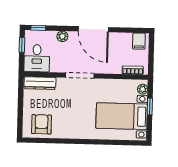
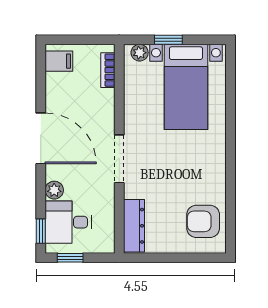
door: (93, 29) -> (41, 138), hinge flipped
desk: (37, 58) -> (68, 222), moved, turned 180

